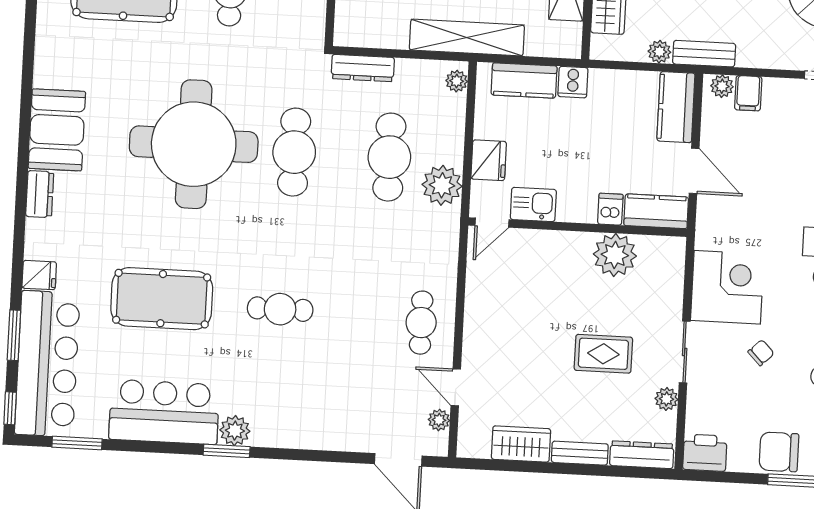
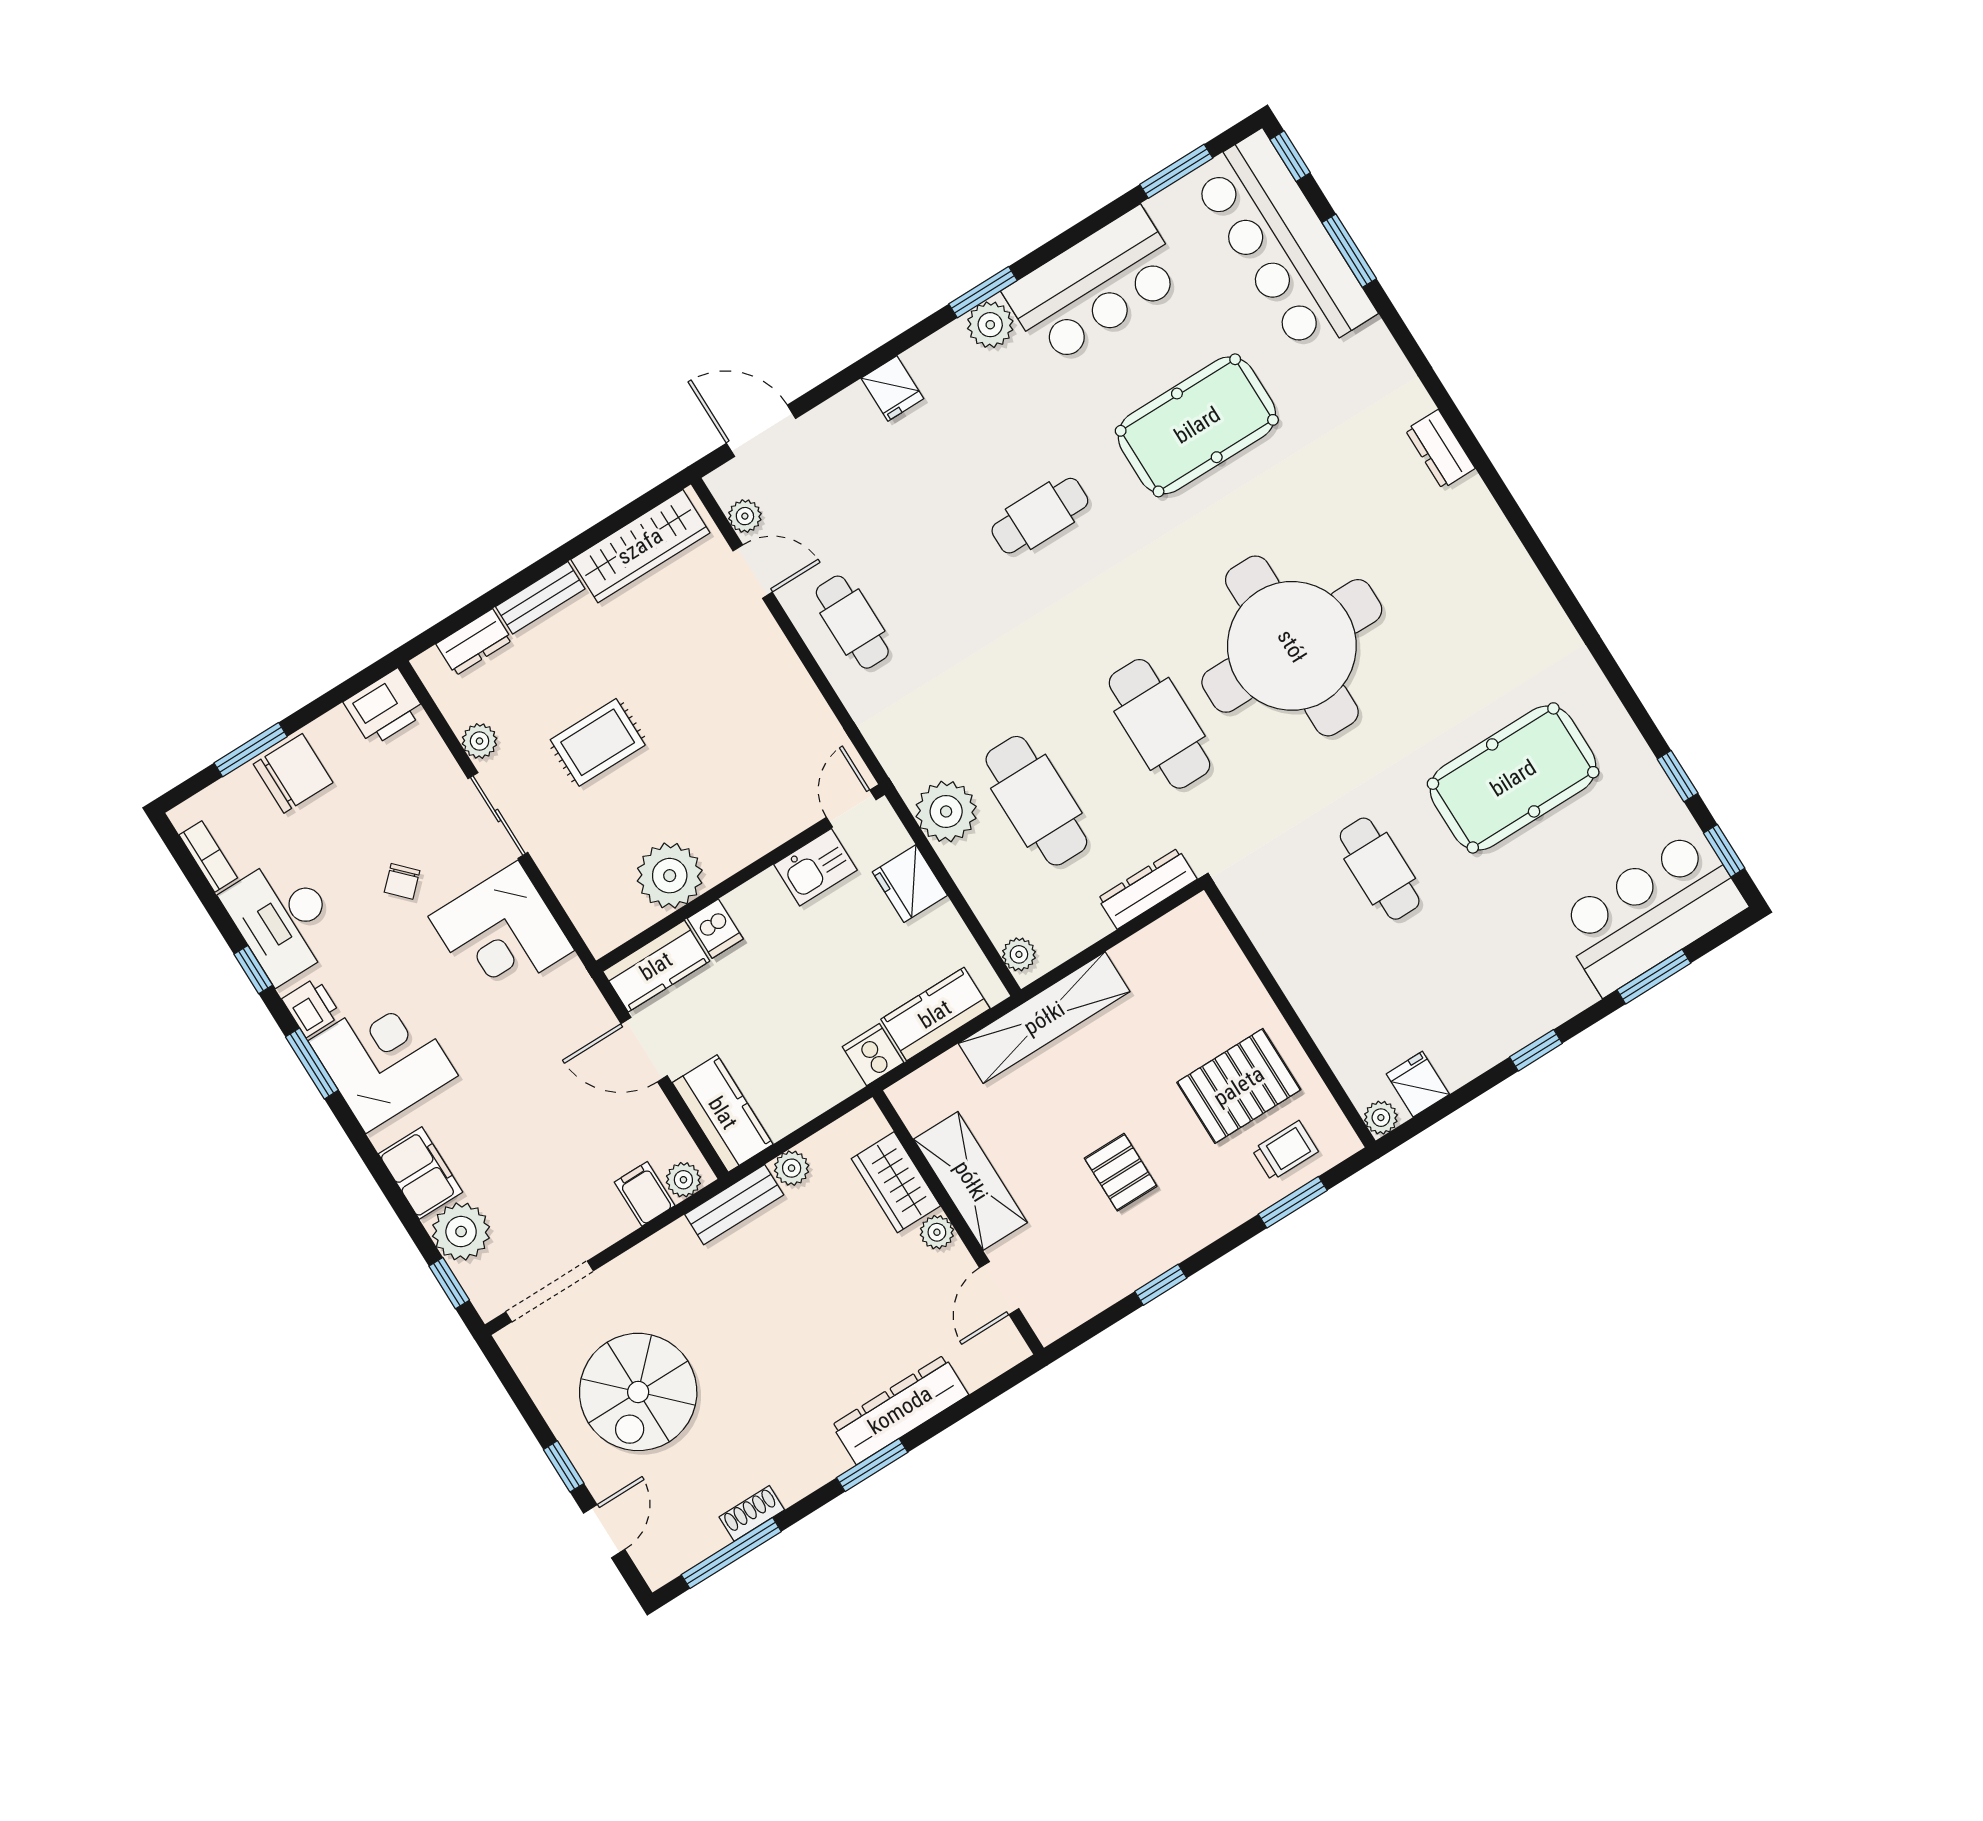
booth: (57, 130) -> (1475, 544), removed
fridge: (39, 275) -> (892, 388), moved, turned -90
wardrobe: (521, 444) -> (640, 546), width x1.50
dresser: (642, 455) -> (474, 642), width x0.70

